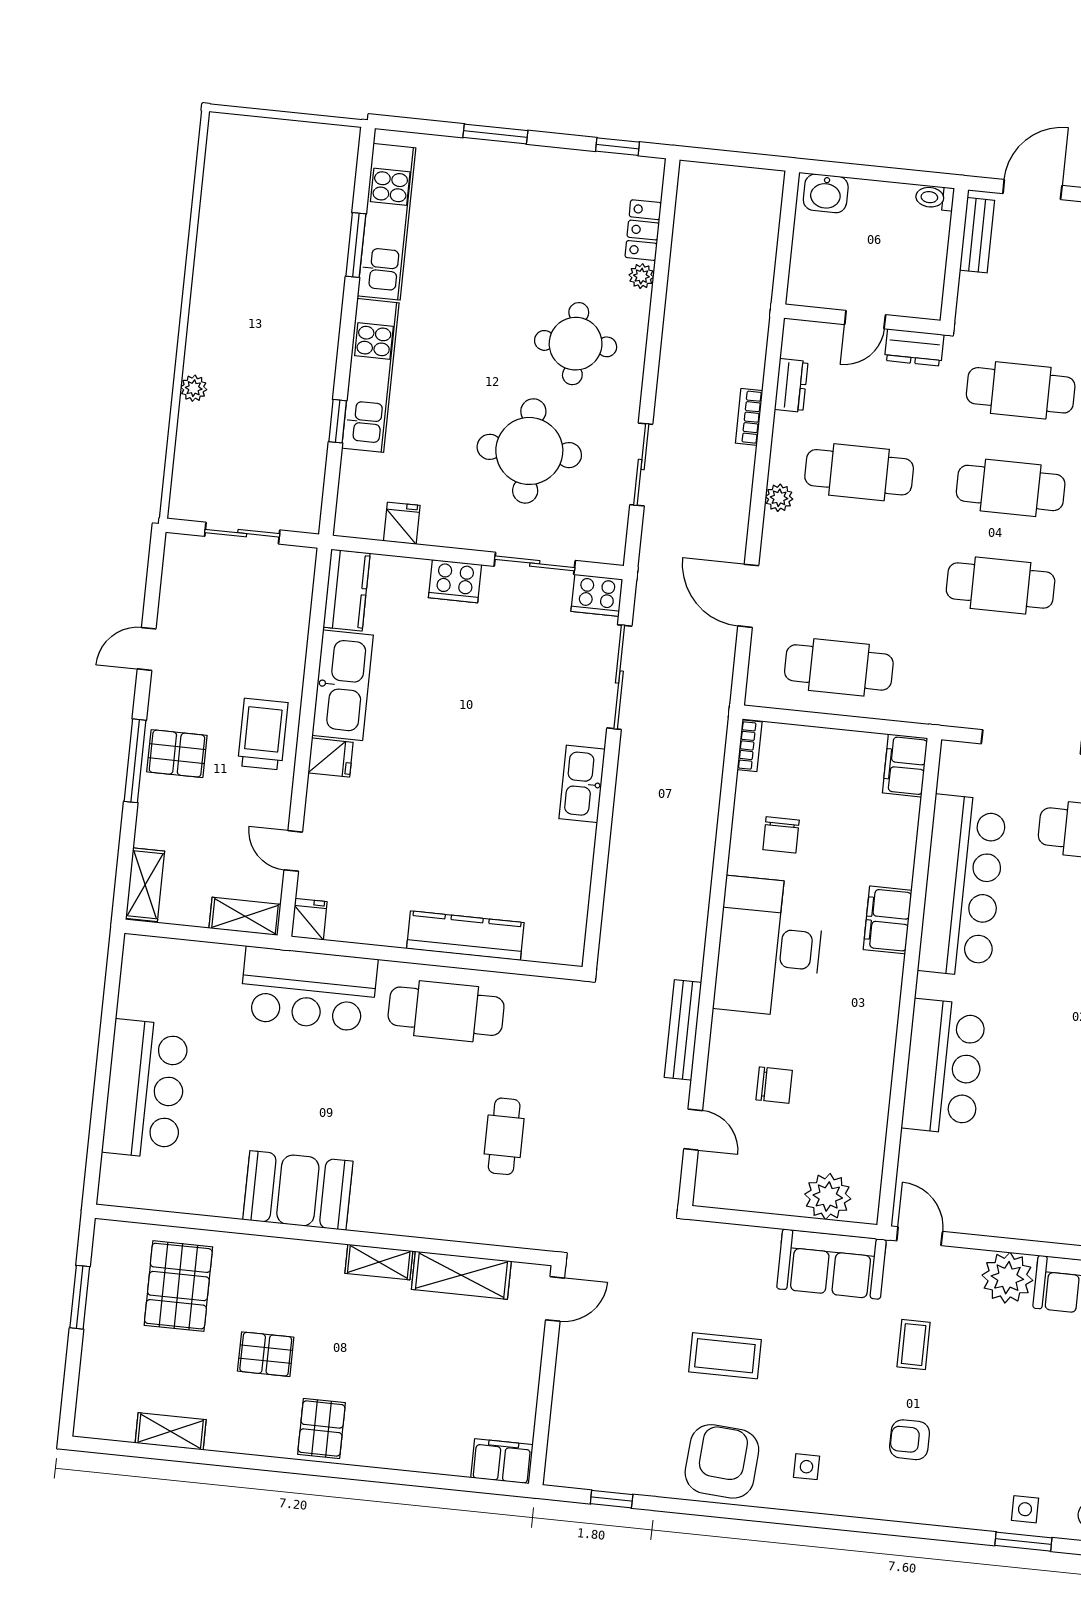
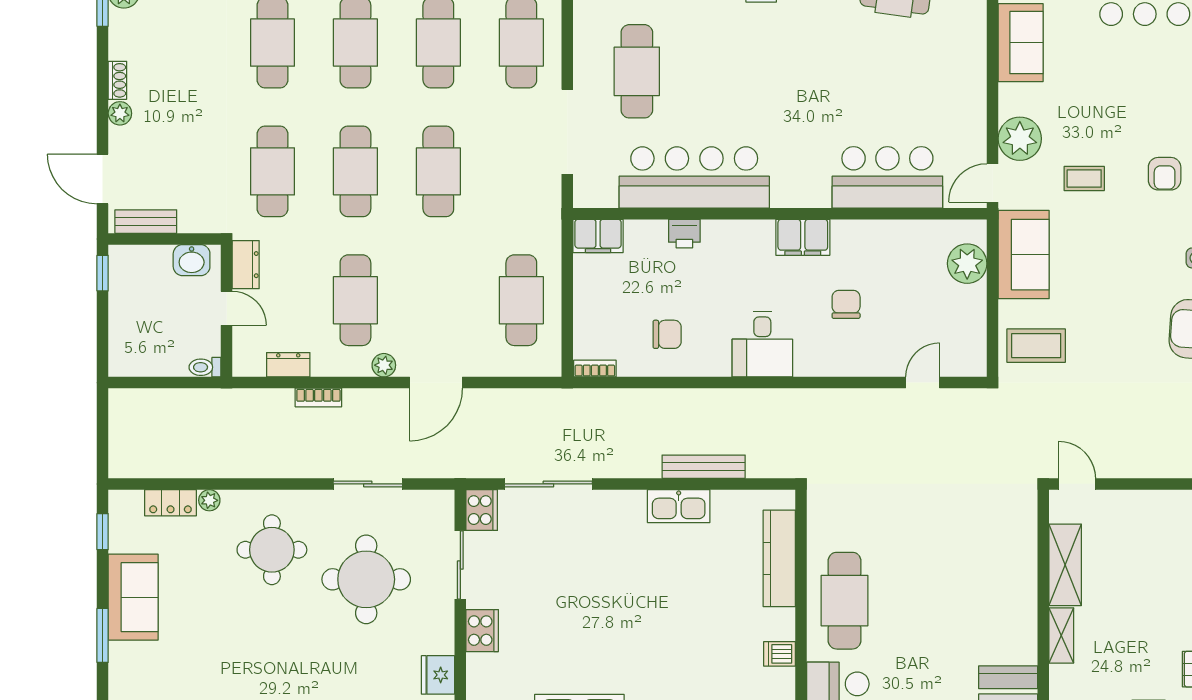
sofa: (537, 175) -> (133, 597), added
window: (922, 178) -> (103, 273), added
washbasin: (826, 193) -> (192, 260), moved, turned 90
toilet: (935, 198) -> (205, 367), moved, turned 90
fridge: (402, 523) -> (438, 675), width x1.38
door: (748, 596) -> (436, 383), moved
kitchen sink: (582, 784) -> (679, 506), moved
printer: (897, 867) -> (684, 234), added
filing cabinet: (888, 920) -> (803, 237), moved
dishwasher: (391, 928) -> (780, 654), added
kitchen counter: (465, 936) -> (779, 558), moved
desk: (769, 947) -> (762, 344), width x0.53, depth x0.77
bench: (683, 1030) -> (704, 467), moved
bar counter: (944, 1067) -> (887, 177), moved
chair: (774, 1085) -> (846, 304), moved
cafe table: (504, 1136) -> (945, 541), removed
plant: (1007, 1278) -> (1020, 139), moved
coffee table: (725, 1356) -> (1036, 346), moved, turned 90

